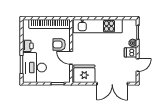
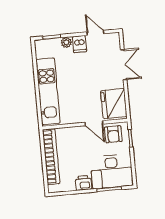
armchair: (59, 45) -> (113, 134), moved
door: (71, 58) -> (94, 123), hinge flipped
double door: (112, 84) -> (124, 65), width x0.73

